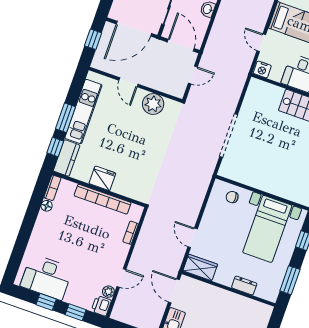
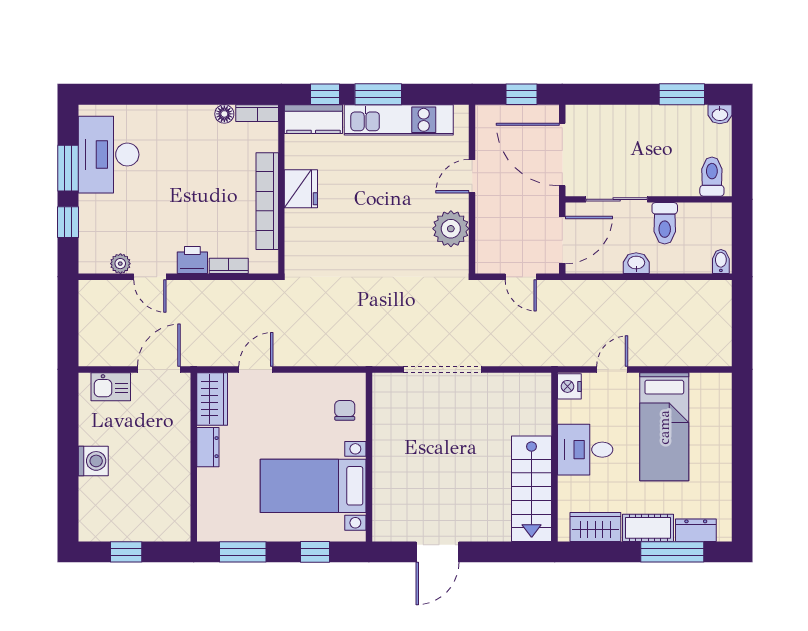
dresser: (244, 286) -> (208, 447), moved
window: (46, 302) -> (68, 168), width x1.50
printer: (101, 306) -> (192, 260), moved

